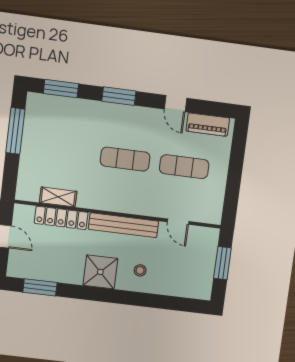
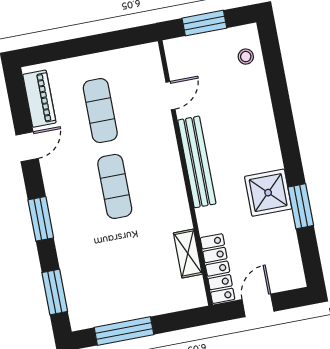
locker: (61, 218) -> (218, 269), moved
stool: (140, 270) -> (246, 57), moved
shower: (100, 272) -> (268, 193), moved
window: (40, 287) -> (301, 206), moved

